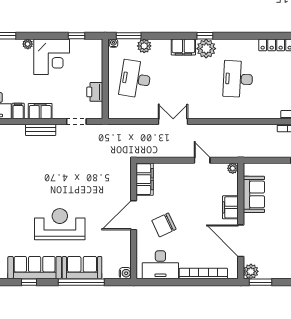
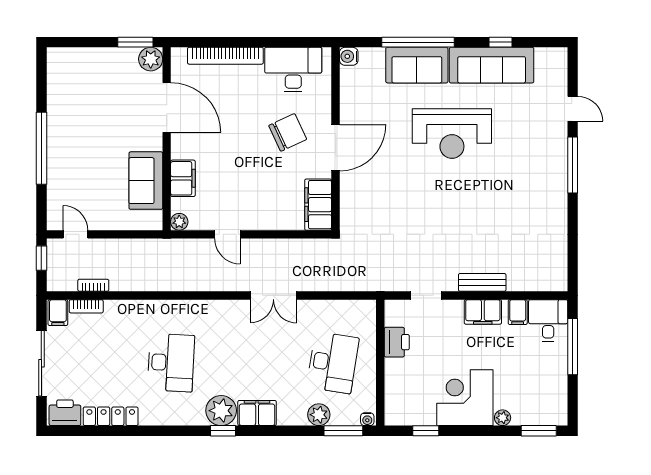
filing cabinet: (230, 207) -> (183, 178), moved

